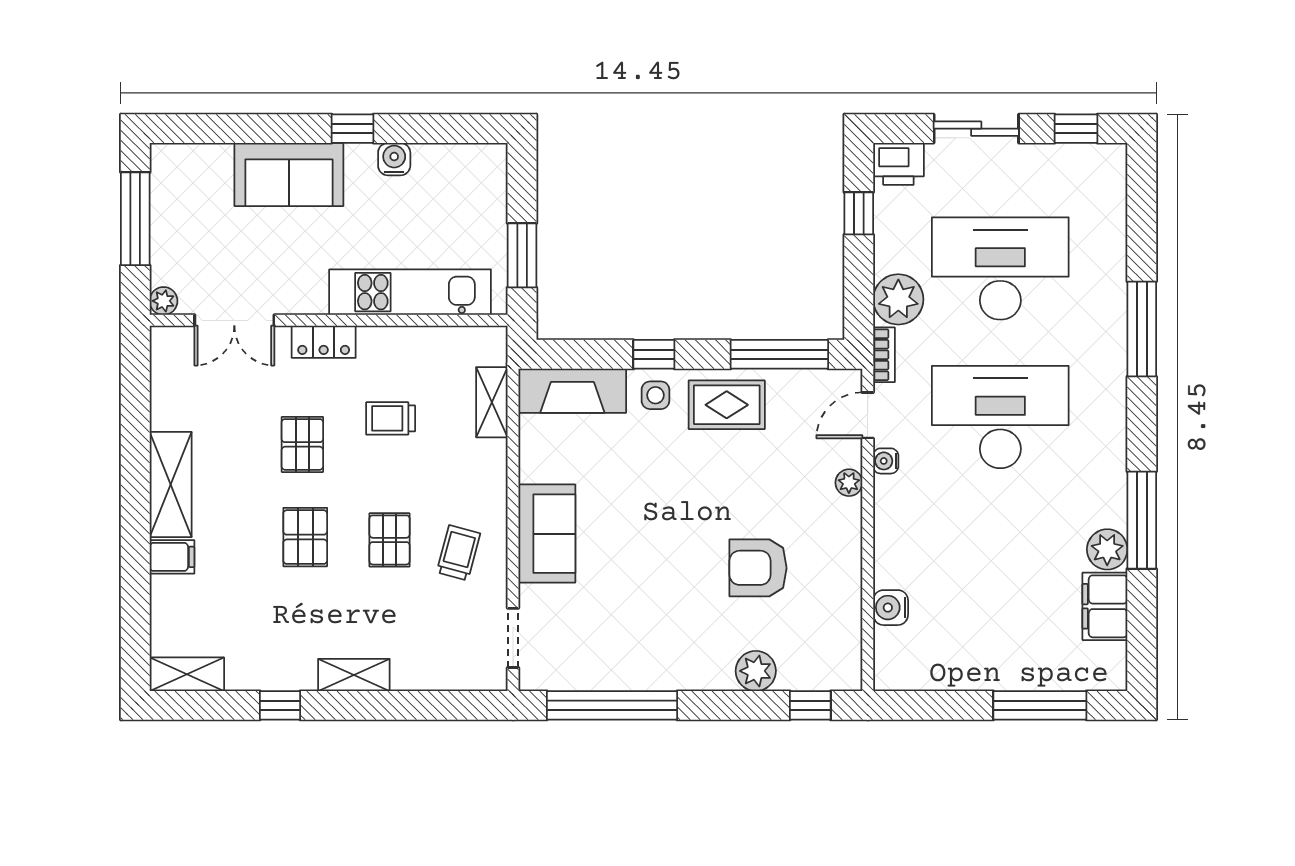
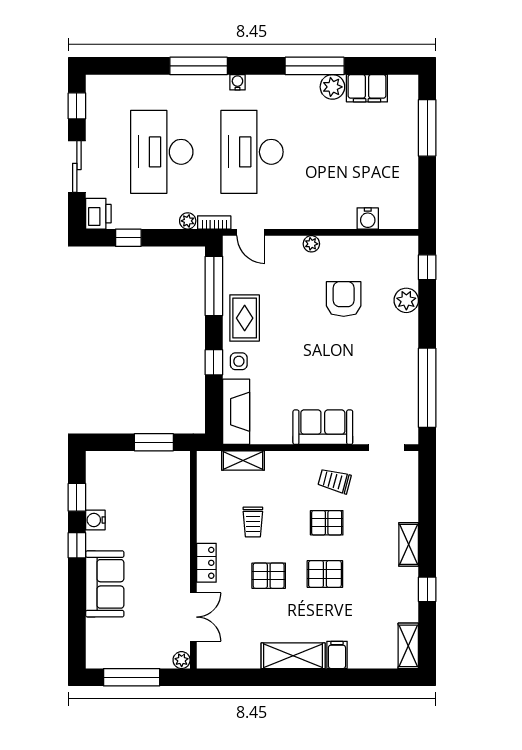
window: (431, 129) -> (77, 497), added
kitchen unit: (410, 292) -> (176, 510), removed
plant: (898, 299) -> (188, 221), width x0.53, depth x0.53
water cooler: (886, 461) -> (237, 82), moved, turned 180
plant: (849, 483) -> (311, 244), moved
armchair: (758, 568) -> (344, 299), turned 180

